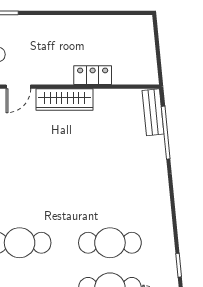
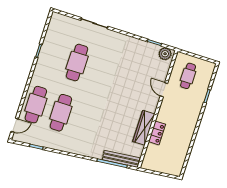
wardrobe: (65, 100) -> (144, 128), moved
bench: (153, 112) -> (121, 159), width x1.36

